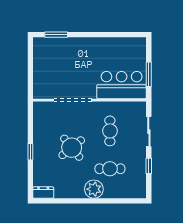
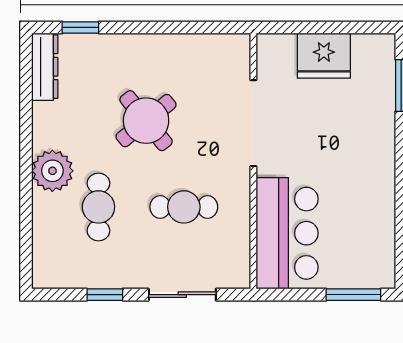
fridge: (43, 69) -> (324, 56), added
window: (149, 74) -> (353, 295), moved
window: (30, 152) -> (80, 27), moved
dresser: (43, 193) -> (45, 67), width x1.44

